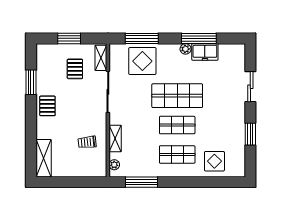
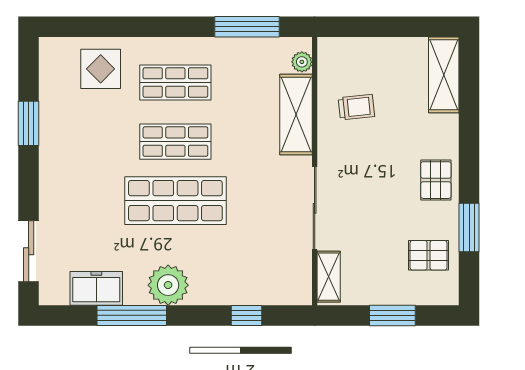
window: (142, 38) -> (247, 315), width x0.46
plant: (186, 49) -> (168, 285), width x1.88, depth x1.88
freezer: (205, 52) -> (96, 288), moved
display table: (142, 61) -> (245, 270), removed
pallet: (75, 69) -> (429, 255), moved, turned 90
sliding door: (250, 87) -> (29, 251), moved
shelving: (115, 139) -> (296, 115), width x1.50, depth x1.33

